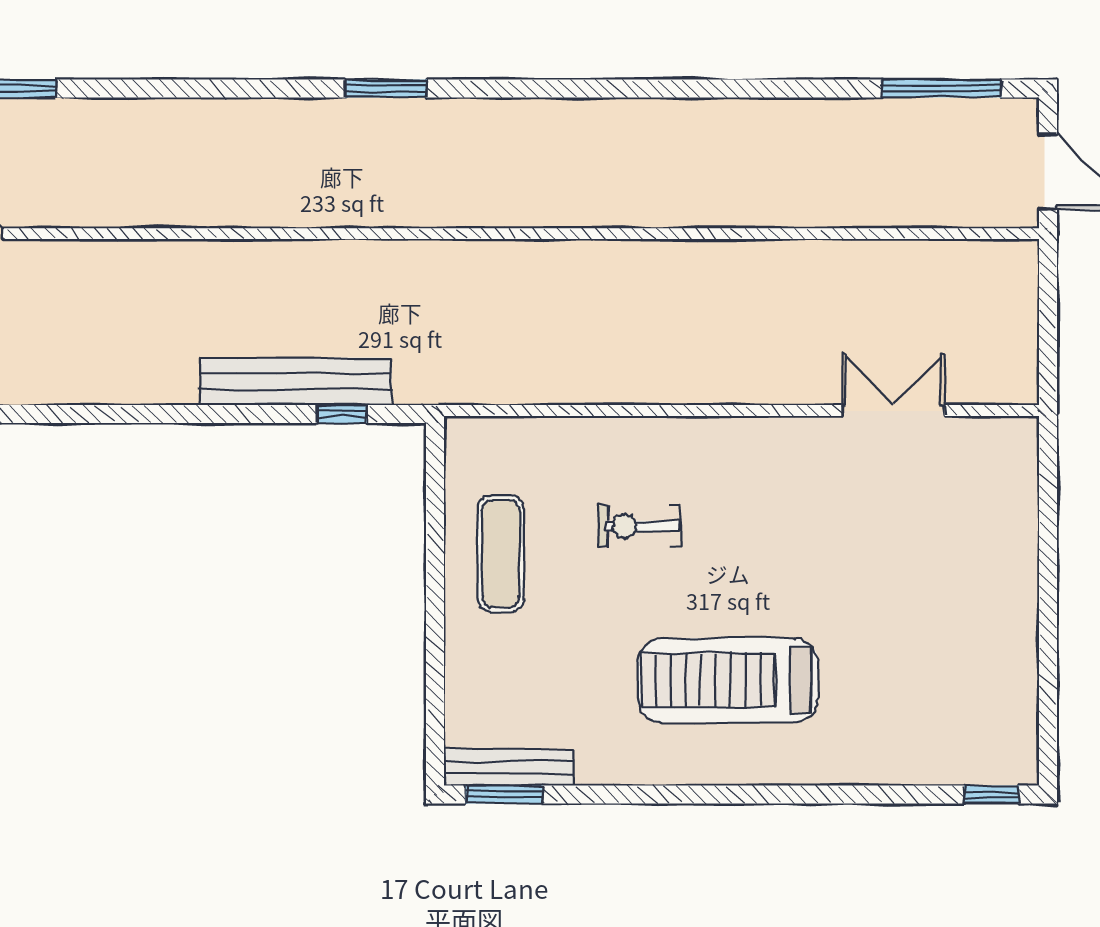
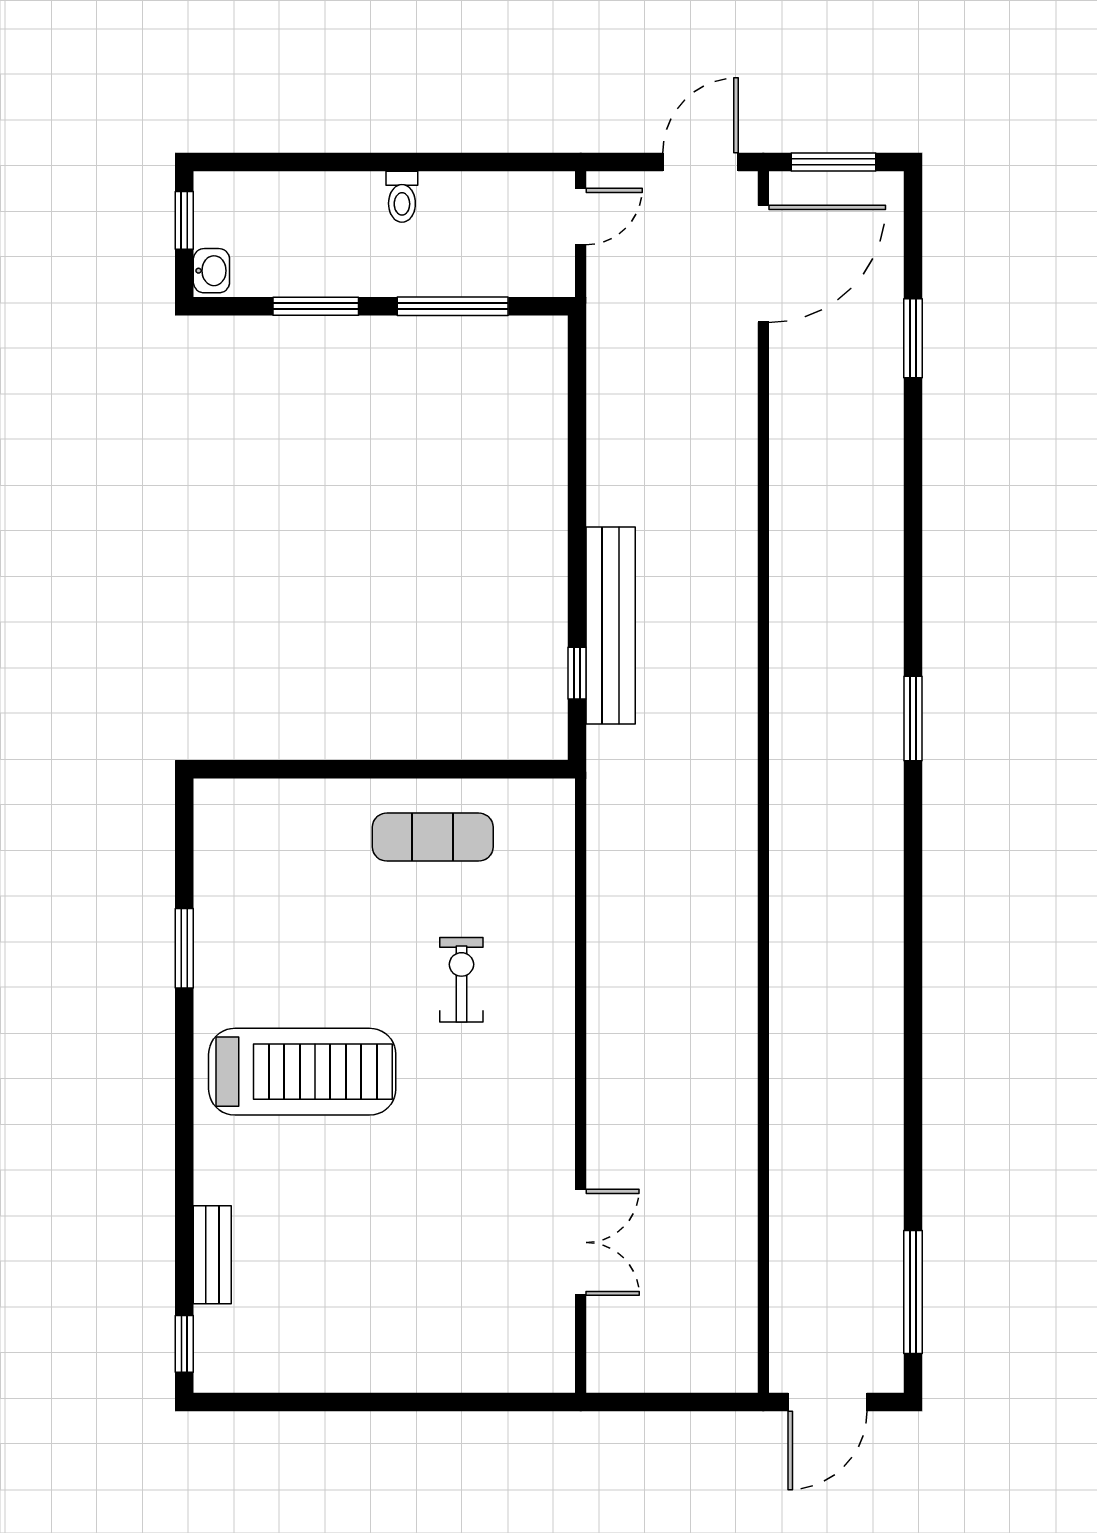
treadmill: (728, 680) -> (302, 1072), turned 90
bench: (509, 767) -> (212, 1255), moved, width x0.73
window: (504, 794) -> (184, 948), moved

